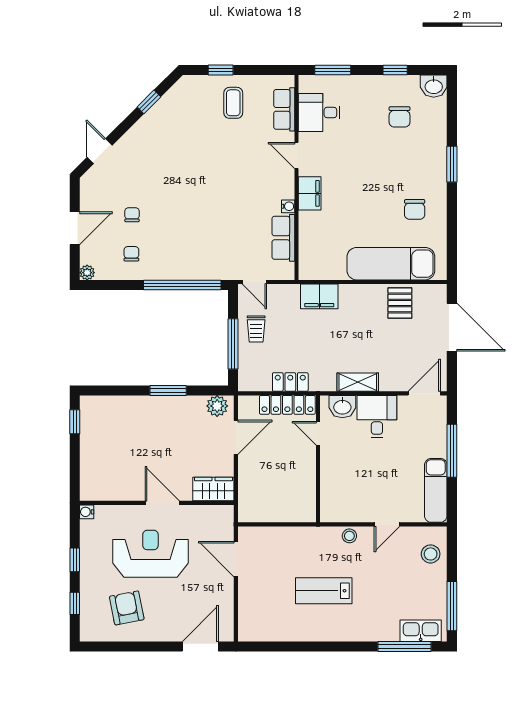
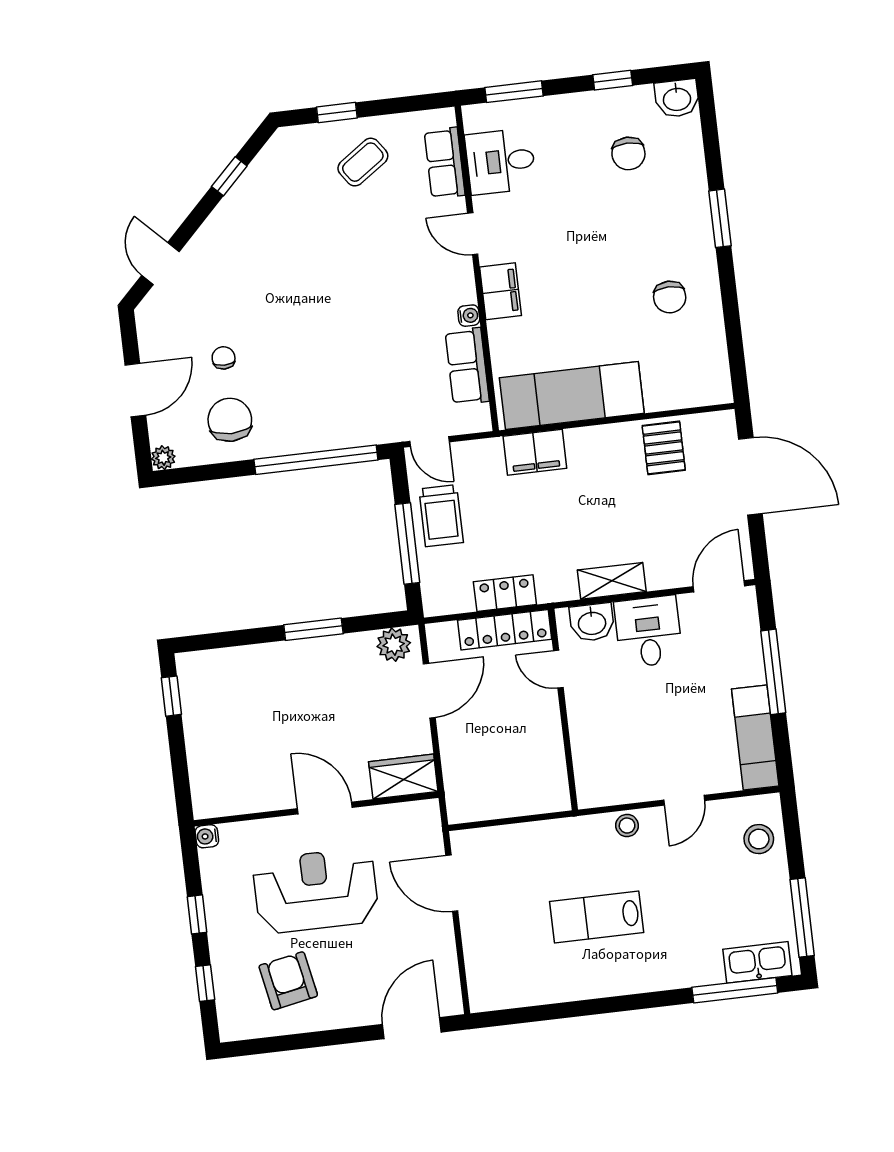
coffee table: (233, 103) -> (363, 162), turned 55
chair: (131, 254) -> (230, 420), width x1.87, depth x1.87
exam couch: (391, 264) -> (572, 395), moved
trolley: (256, 329) -> (441, 516), width x1.36, depth x1.39

